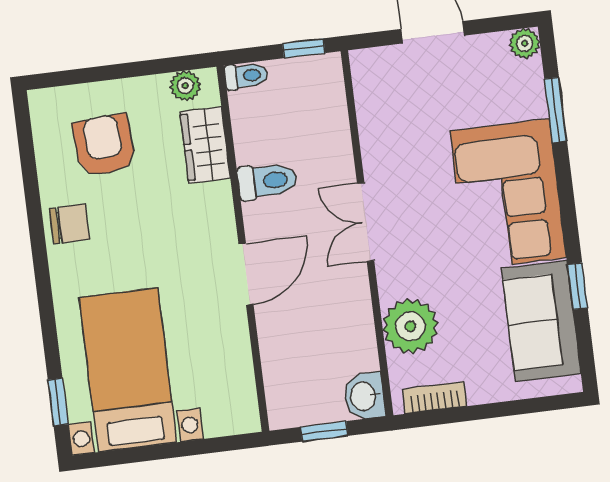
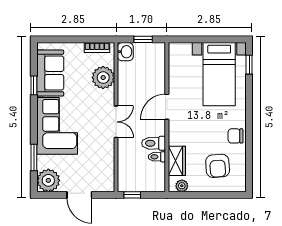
plant: (525, 43) -> (48, 180), width x1.87, depth x1.87
toilet: (246, 76) -> (157, 157), moved

